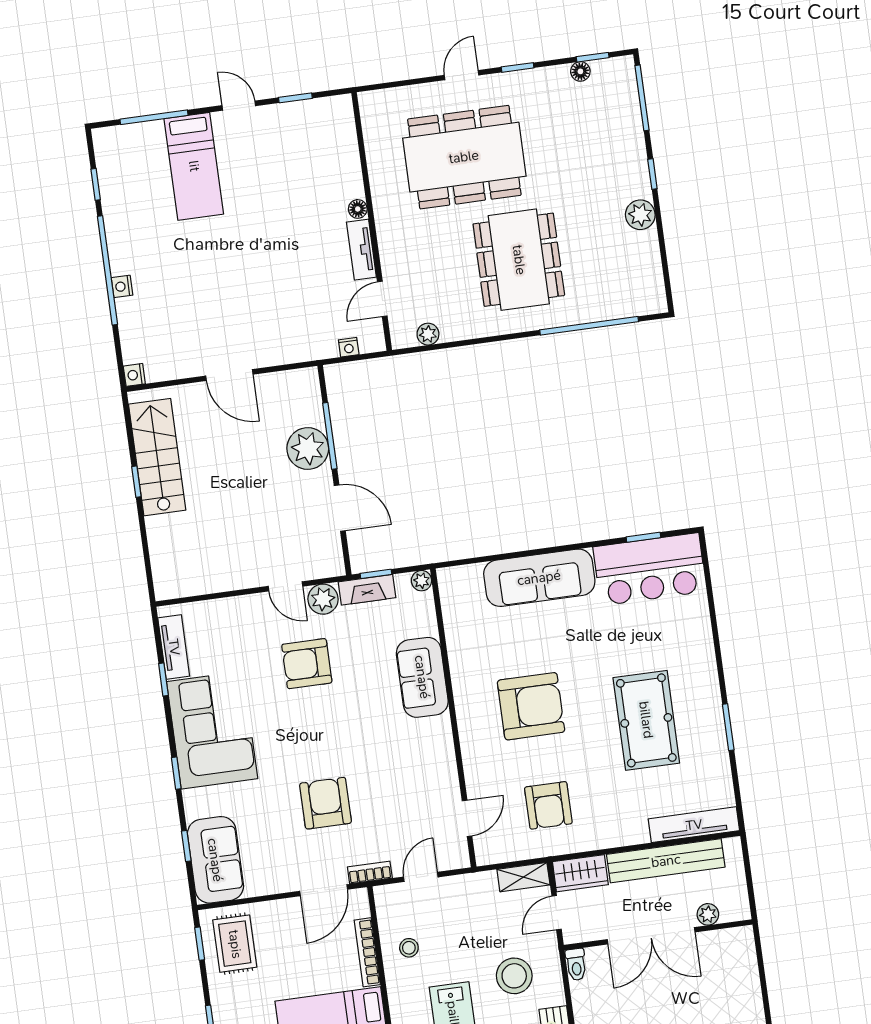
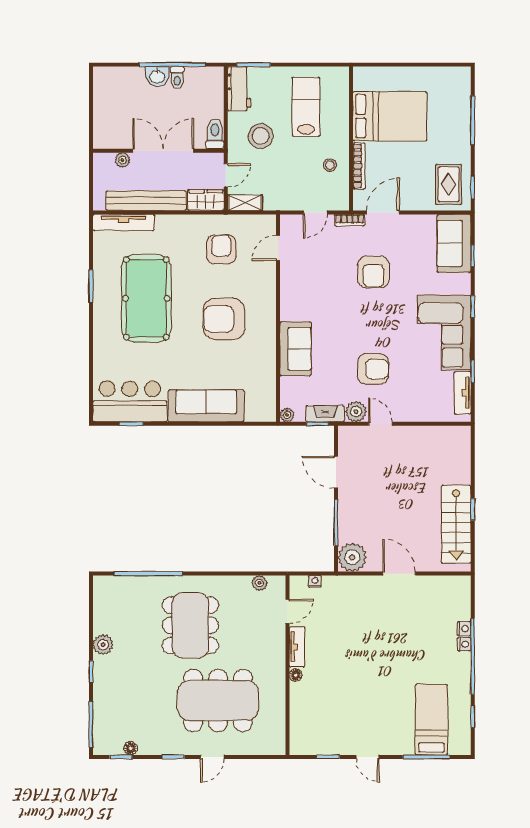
bed: (194, 166) -> (431, 720), moved
nightstand: (134, 375) -> (464, 629), moved
plant: (308, 448) -> (352, 557), moved
pool table: (646, 720) -> (146, 298), width x1.36, depth x1.32
toilet: (576, 964) -> (215, 134), width x1.37, depth x1.39

